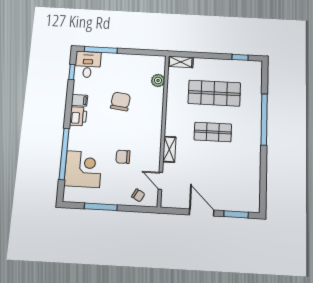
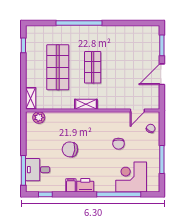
desk: (88, 65) -> (38, 170), moved
plant: (158, 80) -> (39, 118), moved
shelving: (169, 149) -> (86, 104), moved

